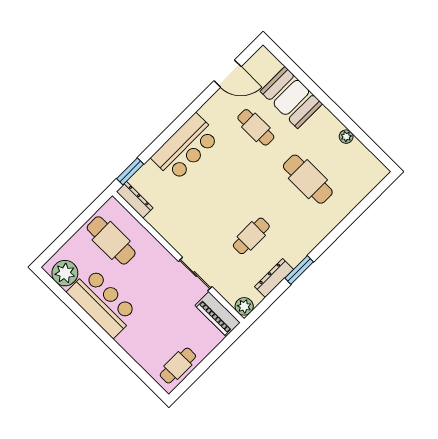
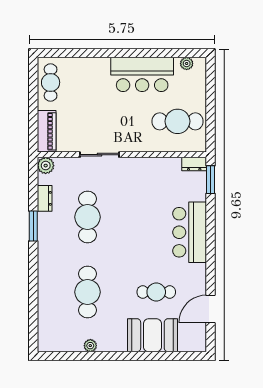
cafe table: (308, 179) -> (88, 292), turned 90
dresser: (135, 200) -> (194, 164), width x0.70
cafe table: (251, 236) -> (88, 217), width x1.37, depth x1.35
plant: (65, 273) -> (187, 64), width x0.53, depth x0.53
dresser: (274, 278) -> (45, 198), width x0.70
piano: (218, 314) -> (47, 131), moved, turned 90

